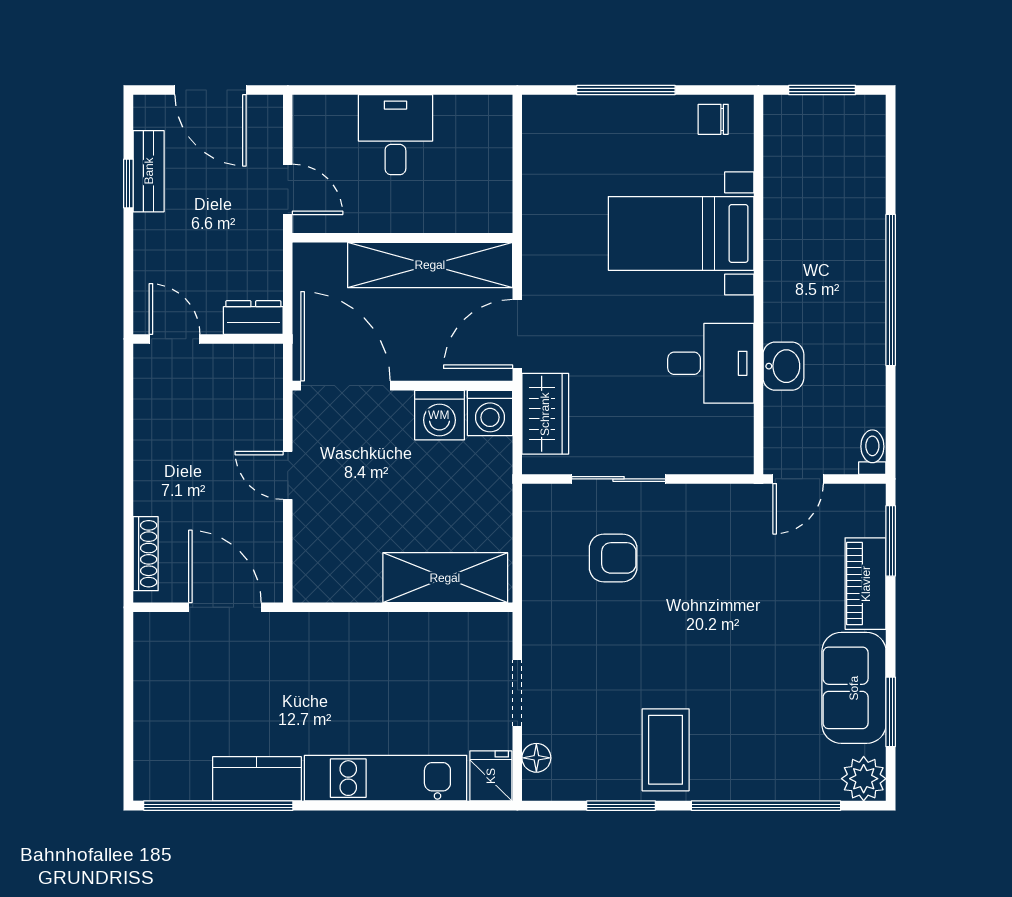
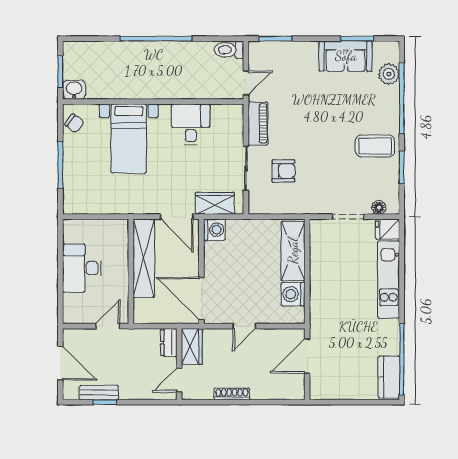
door: (211, 90) -> (60, 363), hinge flipped
chair: (713, 119) -> (74, 123), turned -54
desk: (395, 135) -> (82, 268), width x1.37
wardrobe: (245, 366) -> (192, 346), added
washbasin: (783, 366) -> (74, 90), moved
door: (345, 386) -> (201, 299), hinge flipped
washing machine: (439, 415) -> (293, 294), moved, turned 180
toilet: (872, 452) -> (229, 50), width x1.37, depth x1.39
door: (798, 479) -> (246, 83), hinge flipped
shoe rack: (146, 554) -> (232, 394), moved
armchair: (613, 558) -> (284, 171), turned 90
piano: (866, 584) -> (258, 123), moved, turned -90
kitchen counter: (257, 779) -> (389, 377), moved
plant: (864, 779) -> (389, 74), moved

